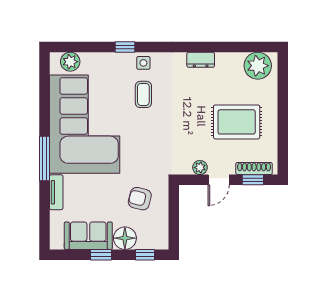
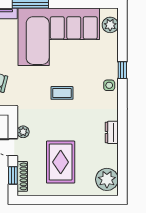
coffee table: (143, 94) -> (62, 93), moved

